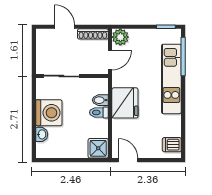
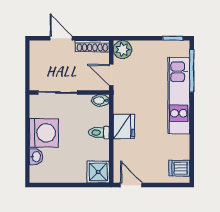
door: (110, 60) -> (111, 75), swing flipped
bidet: (100, 100) -> (100, 100), moved
fridge: (125, 103) -> (124, 126), width x0.73, depth x0.75

